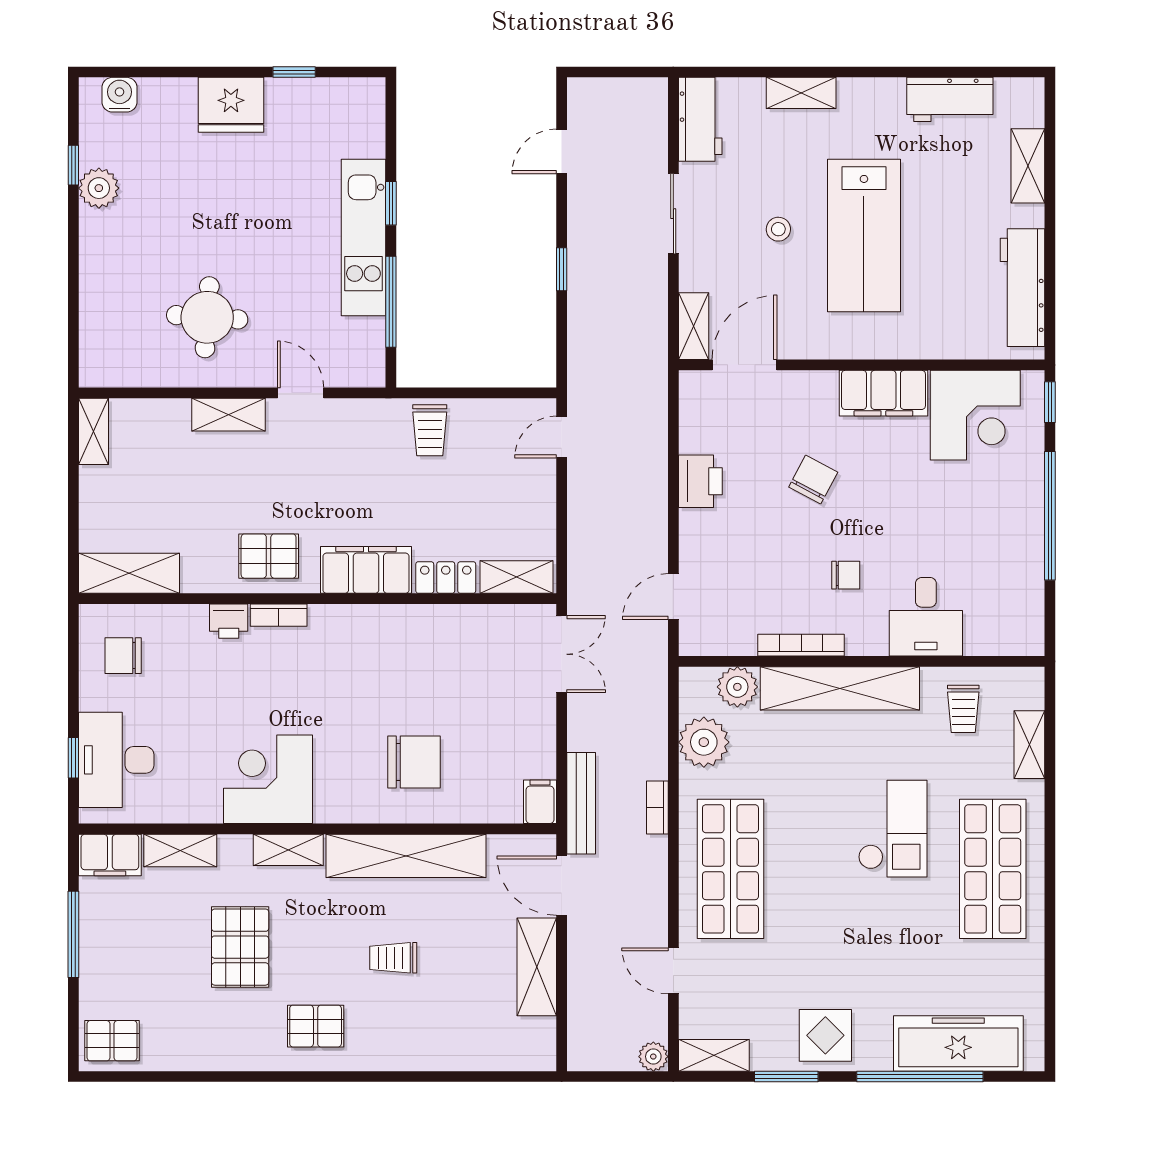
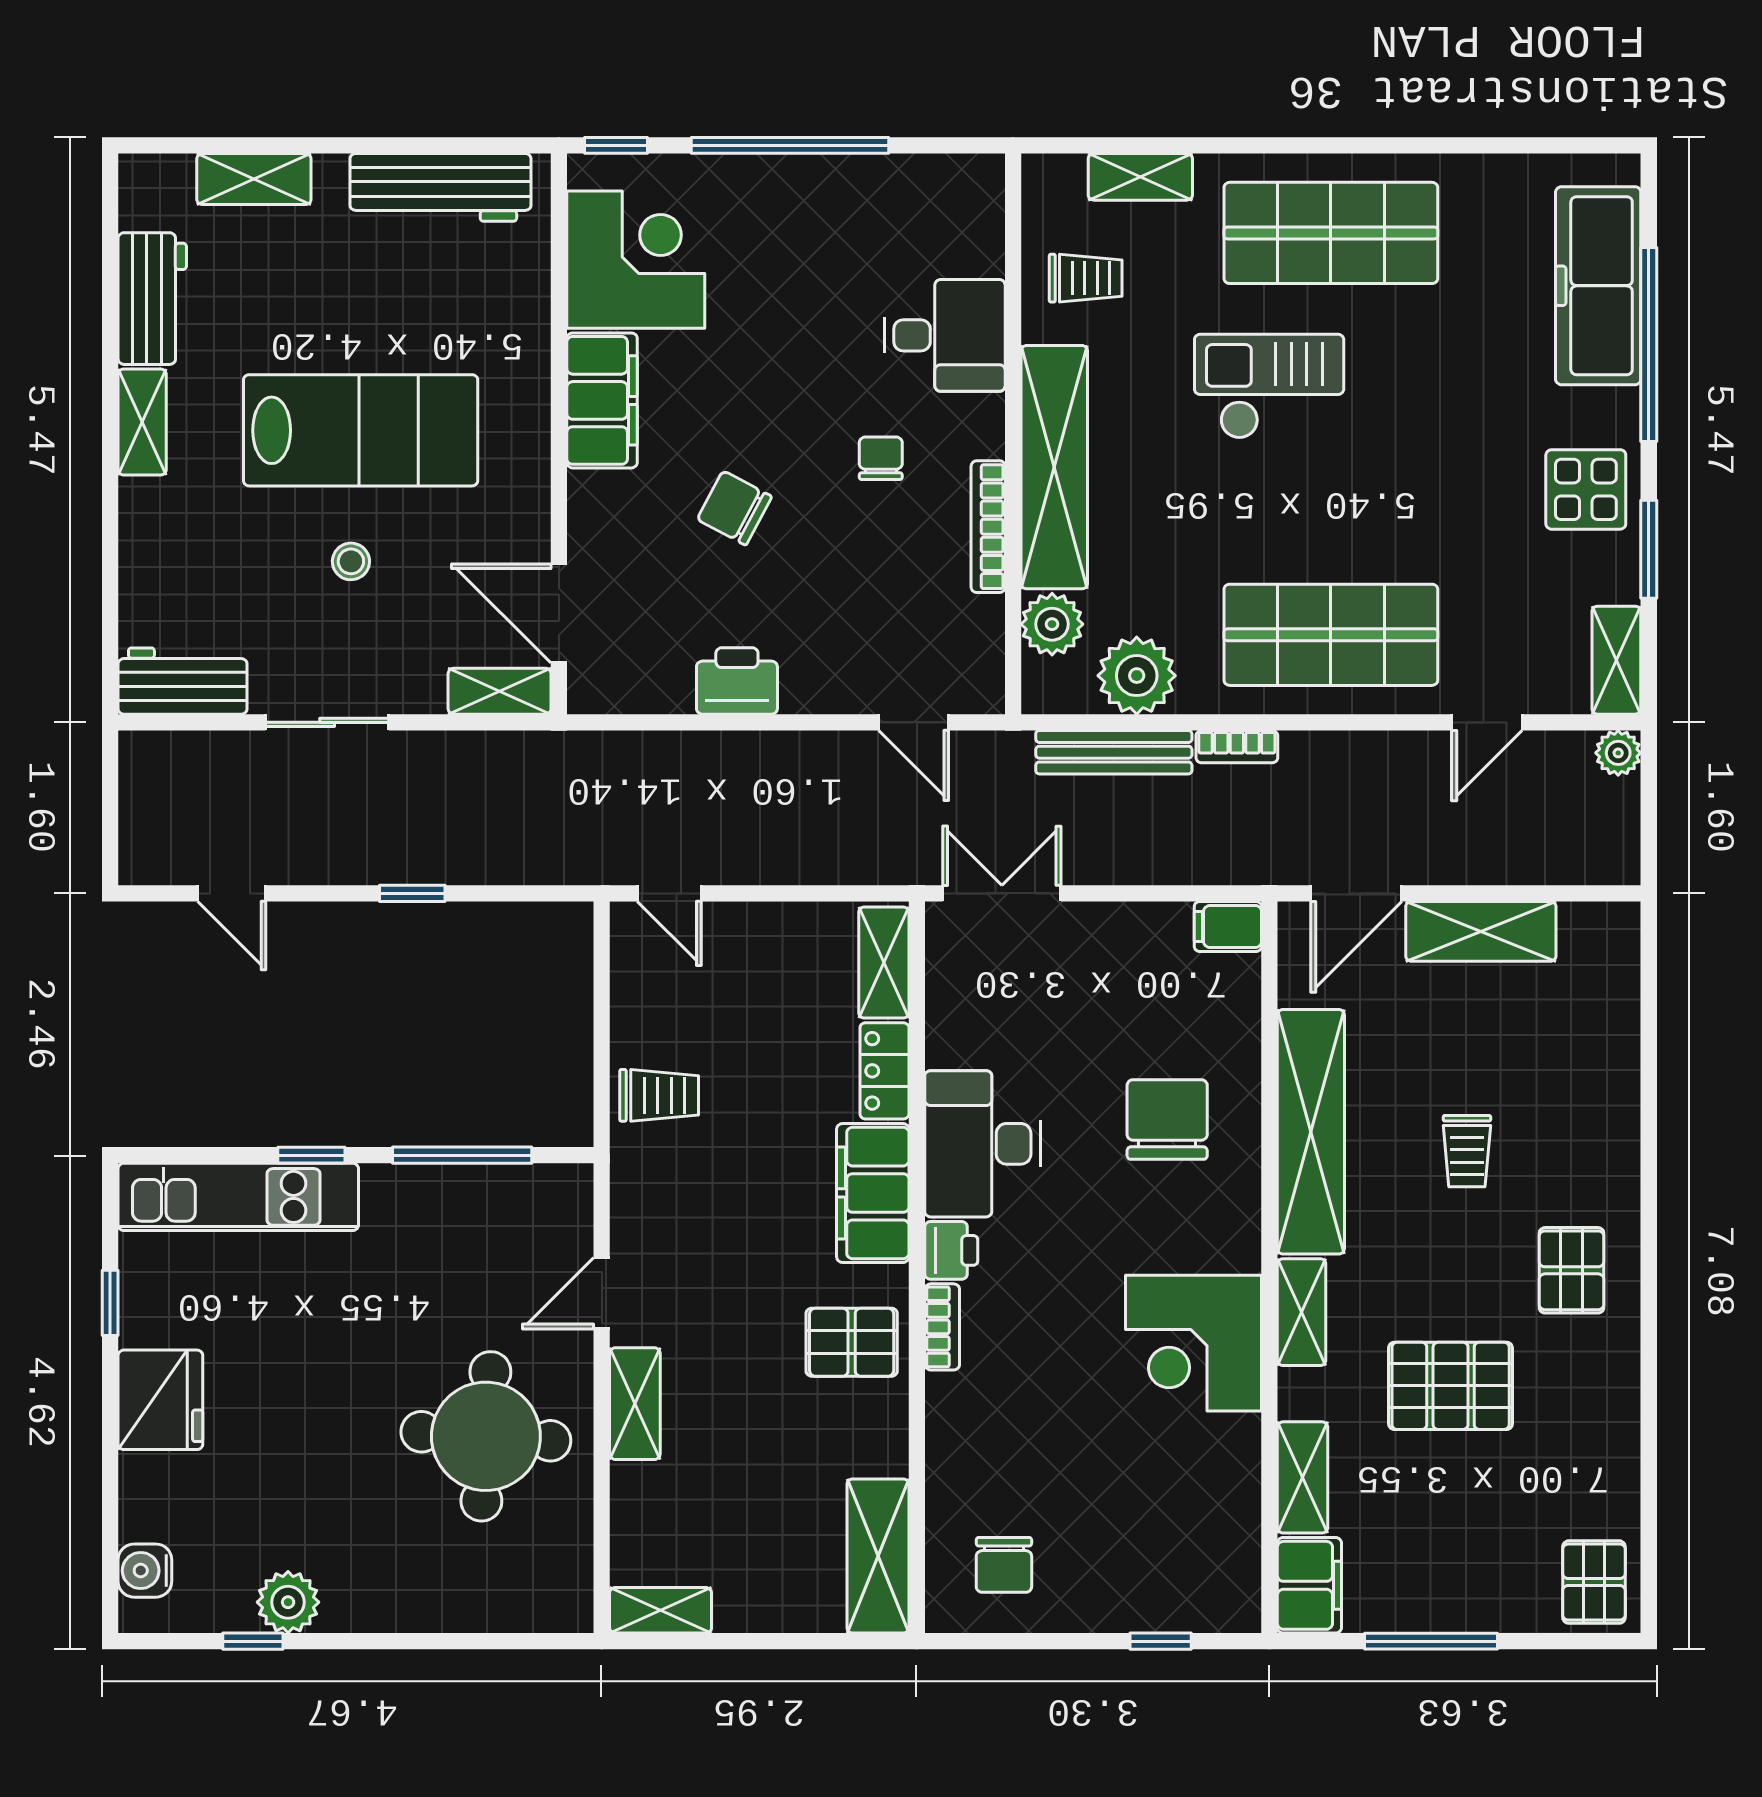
shelving: (801, 93) -> (142, 422), moved
kitchen unit: (363, 237) -> (238, 1197), moved
round table: (207, 317) -> (486, 1436), width x1.36, depth x1.36
pallet: (269, 556) -> (852, 1342), turned 90
printer: (229, 621) -> (951, 1250), moved
desk: (116, 760) -> (982, 1144), moved, turned 90
bench: (581, 803) -> (1114, 752), moved

